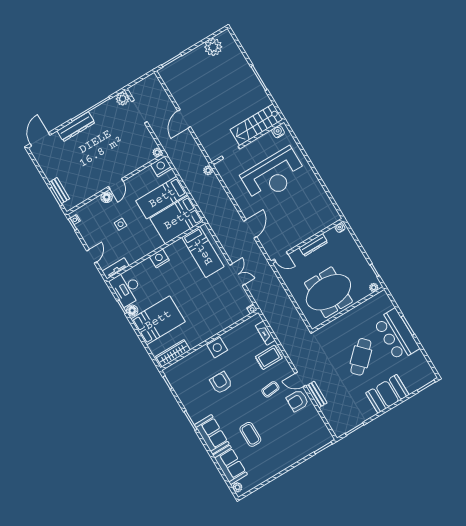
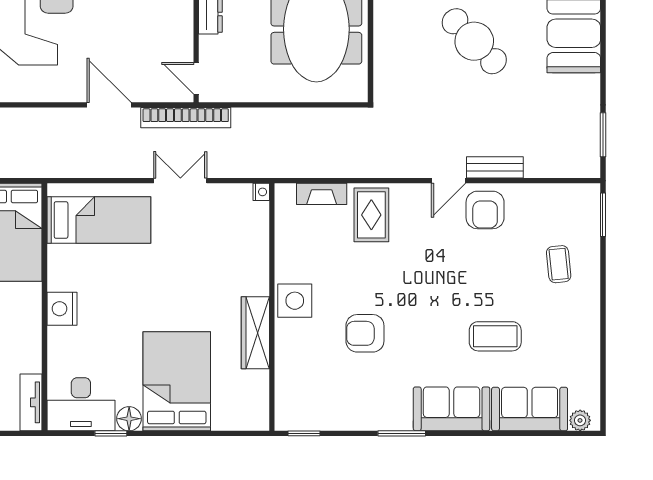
door: (281, 257) -> (196, 78), swing flipped
bookcase: (263, 262) -> (186, 118), added
wardrobe: (173, 353) -> (255, 333), moved
coffee table: (270, 389) -> (559, 264), moved

